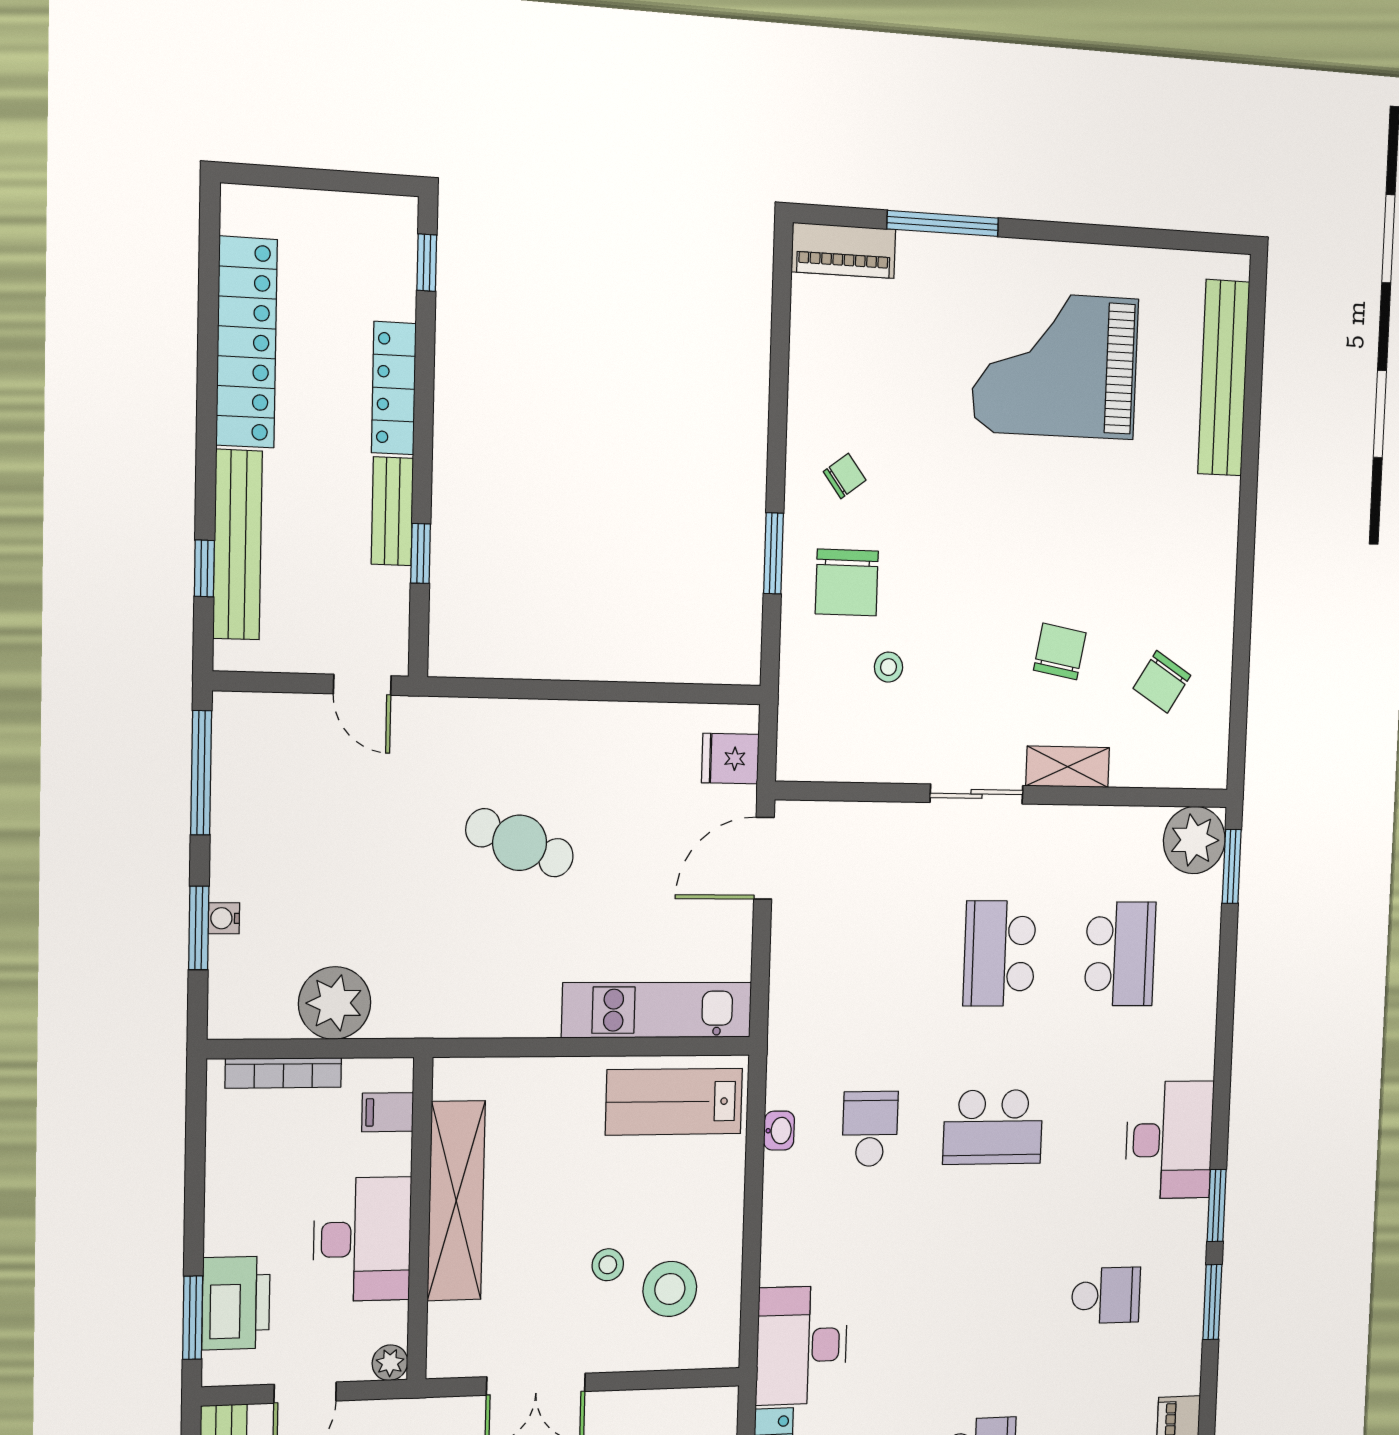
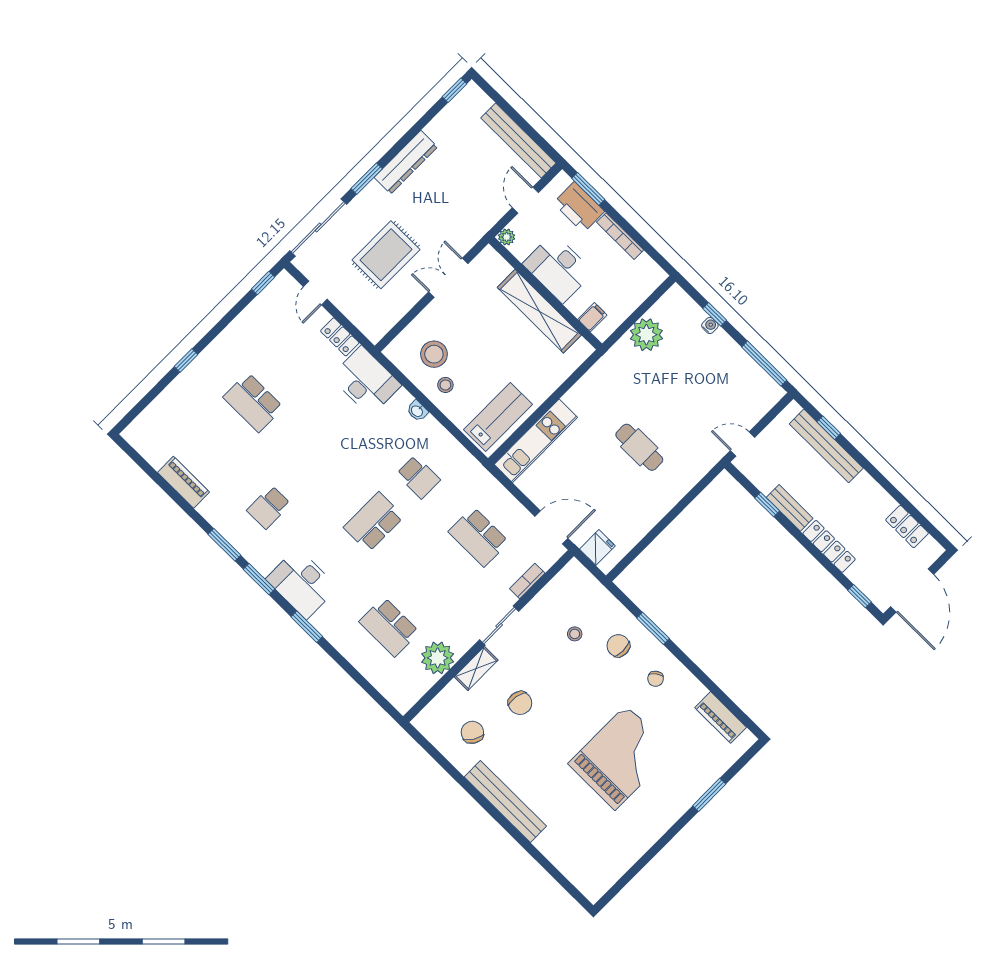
door: (338, 181) -> (912, 591), added
window: (943, 223) -> (709, 795), width x0.69
piano: (844, 250) -> (721, 717), moved, turned -90
locker: (247, 342) -> (907, 527), width x0.46, depth x0.83
grand piano: (1055, 365) -> (621, 758), moved
bench: (1224, 378) -> (505, 802), moved
chair: (847, 582) -> (618, 646), width x0.73, depth x0.73
bookcase: (875, 816) -> (527, 581), added
plant: (1194, 840) -> (438, 658), moved
cafe table: (520, 843) -> (639, 447), turned 69
door: (764, 858) -> (551, 527), hinge flipped
window: (1232, 866) -> (307, 627), moved
window: (199, 928) -> (715, 314), width x0.67
school desk: (1000, 954) -> (479, 537), moved, turned 180
bookcase: (283, 1073) -> (620, 236), moved, turned -90
washbasin: (779, 1131) -> (417, 411), moved
stool: (608, 1265) -> (445, 385), moved

